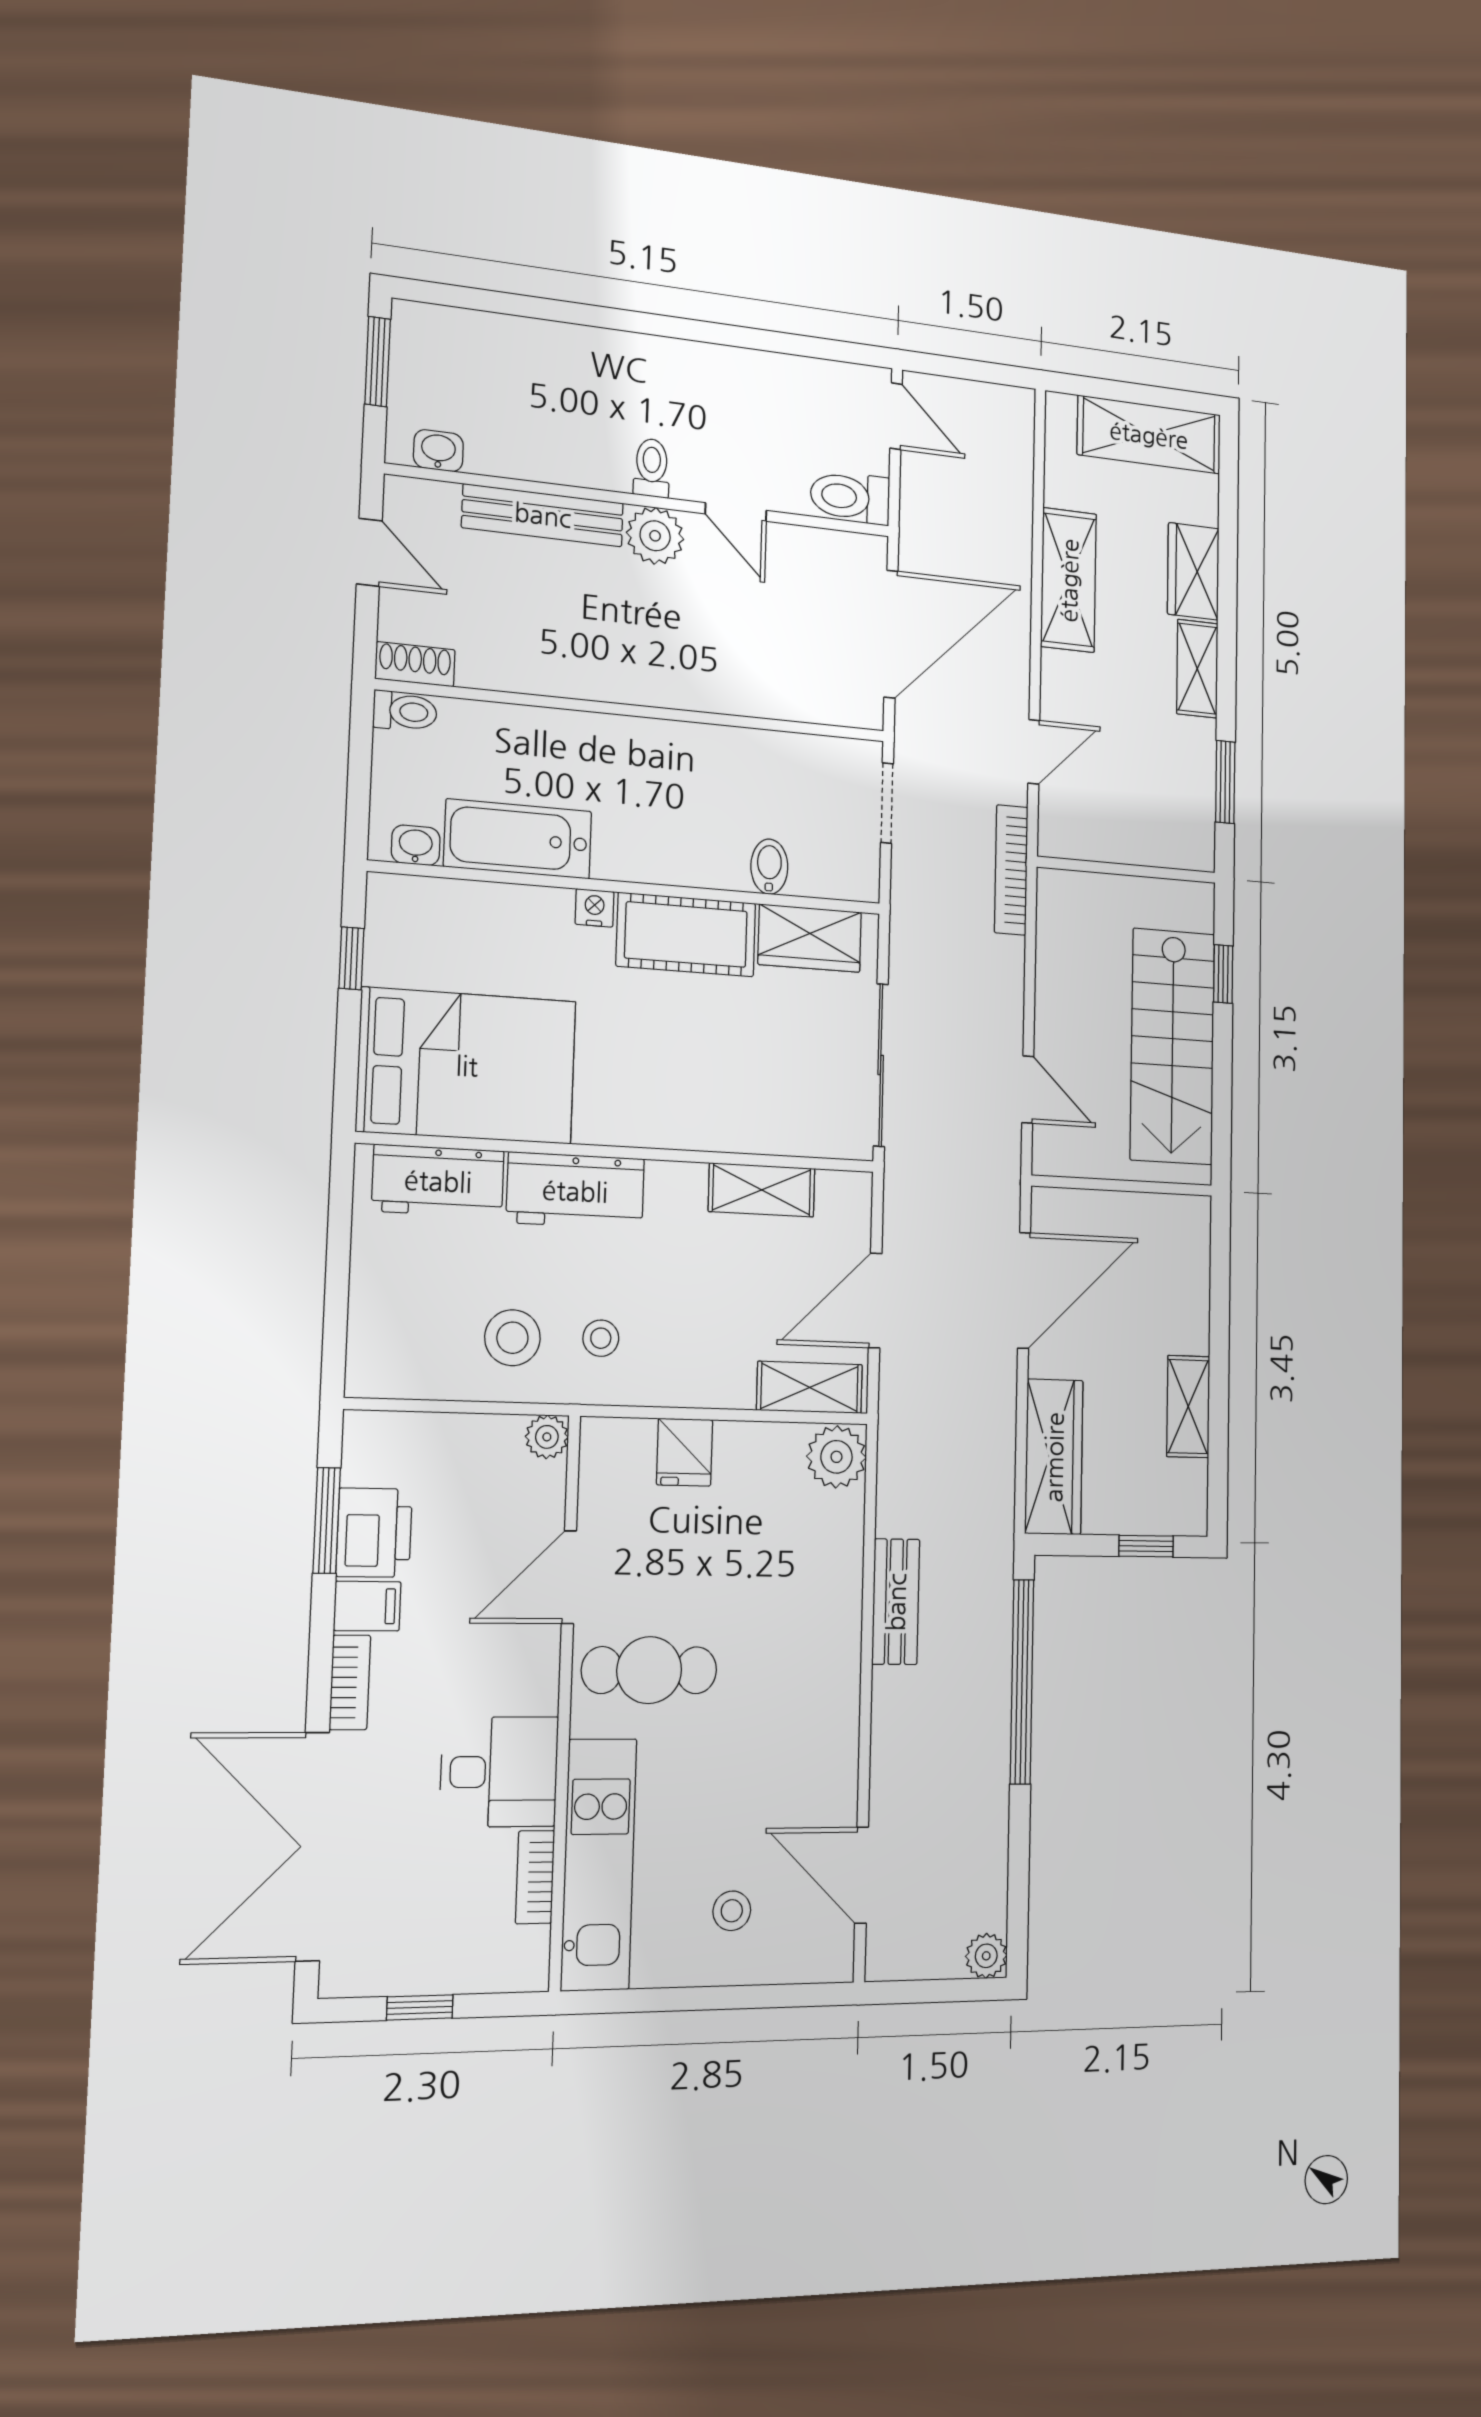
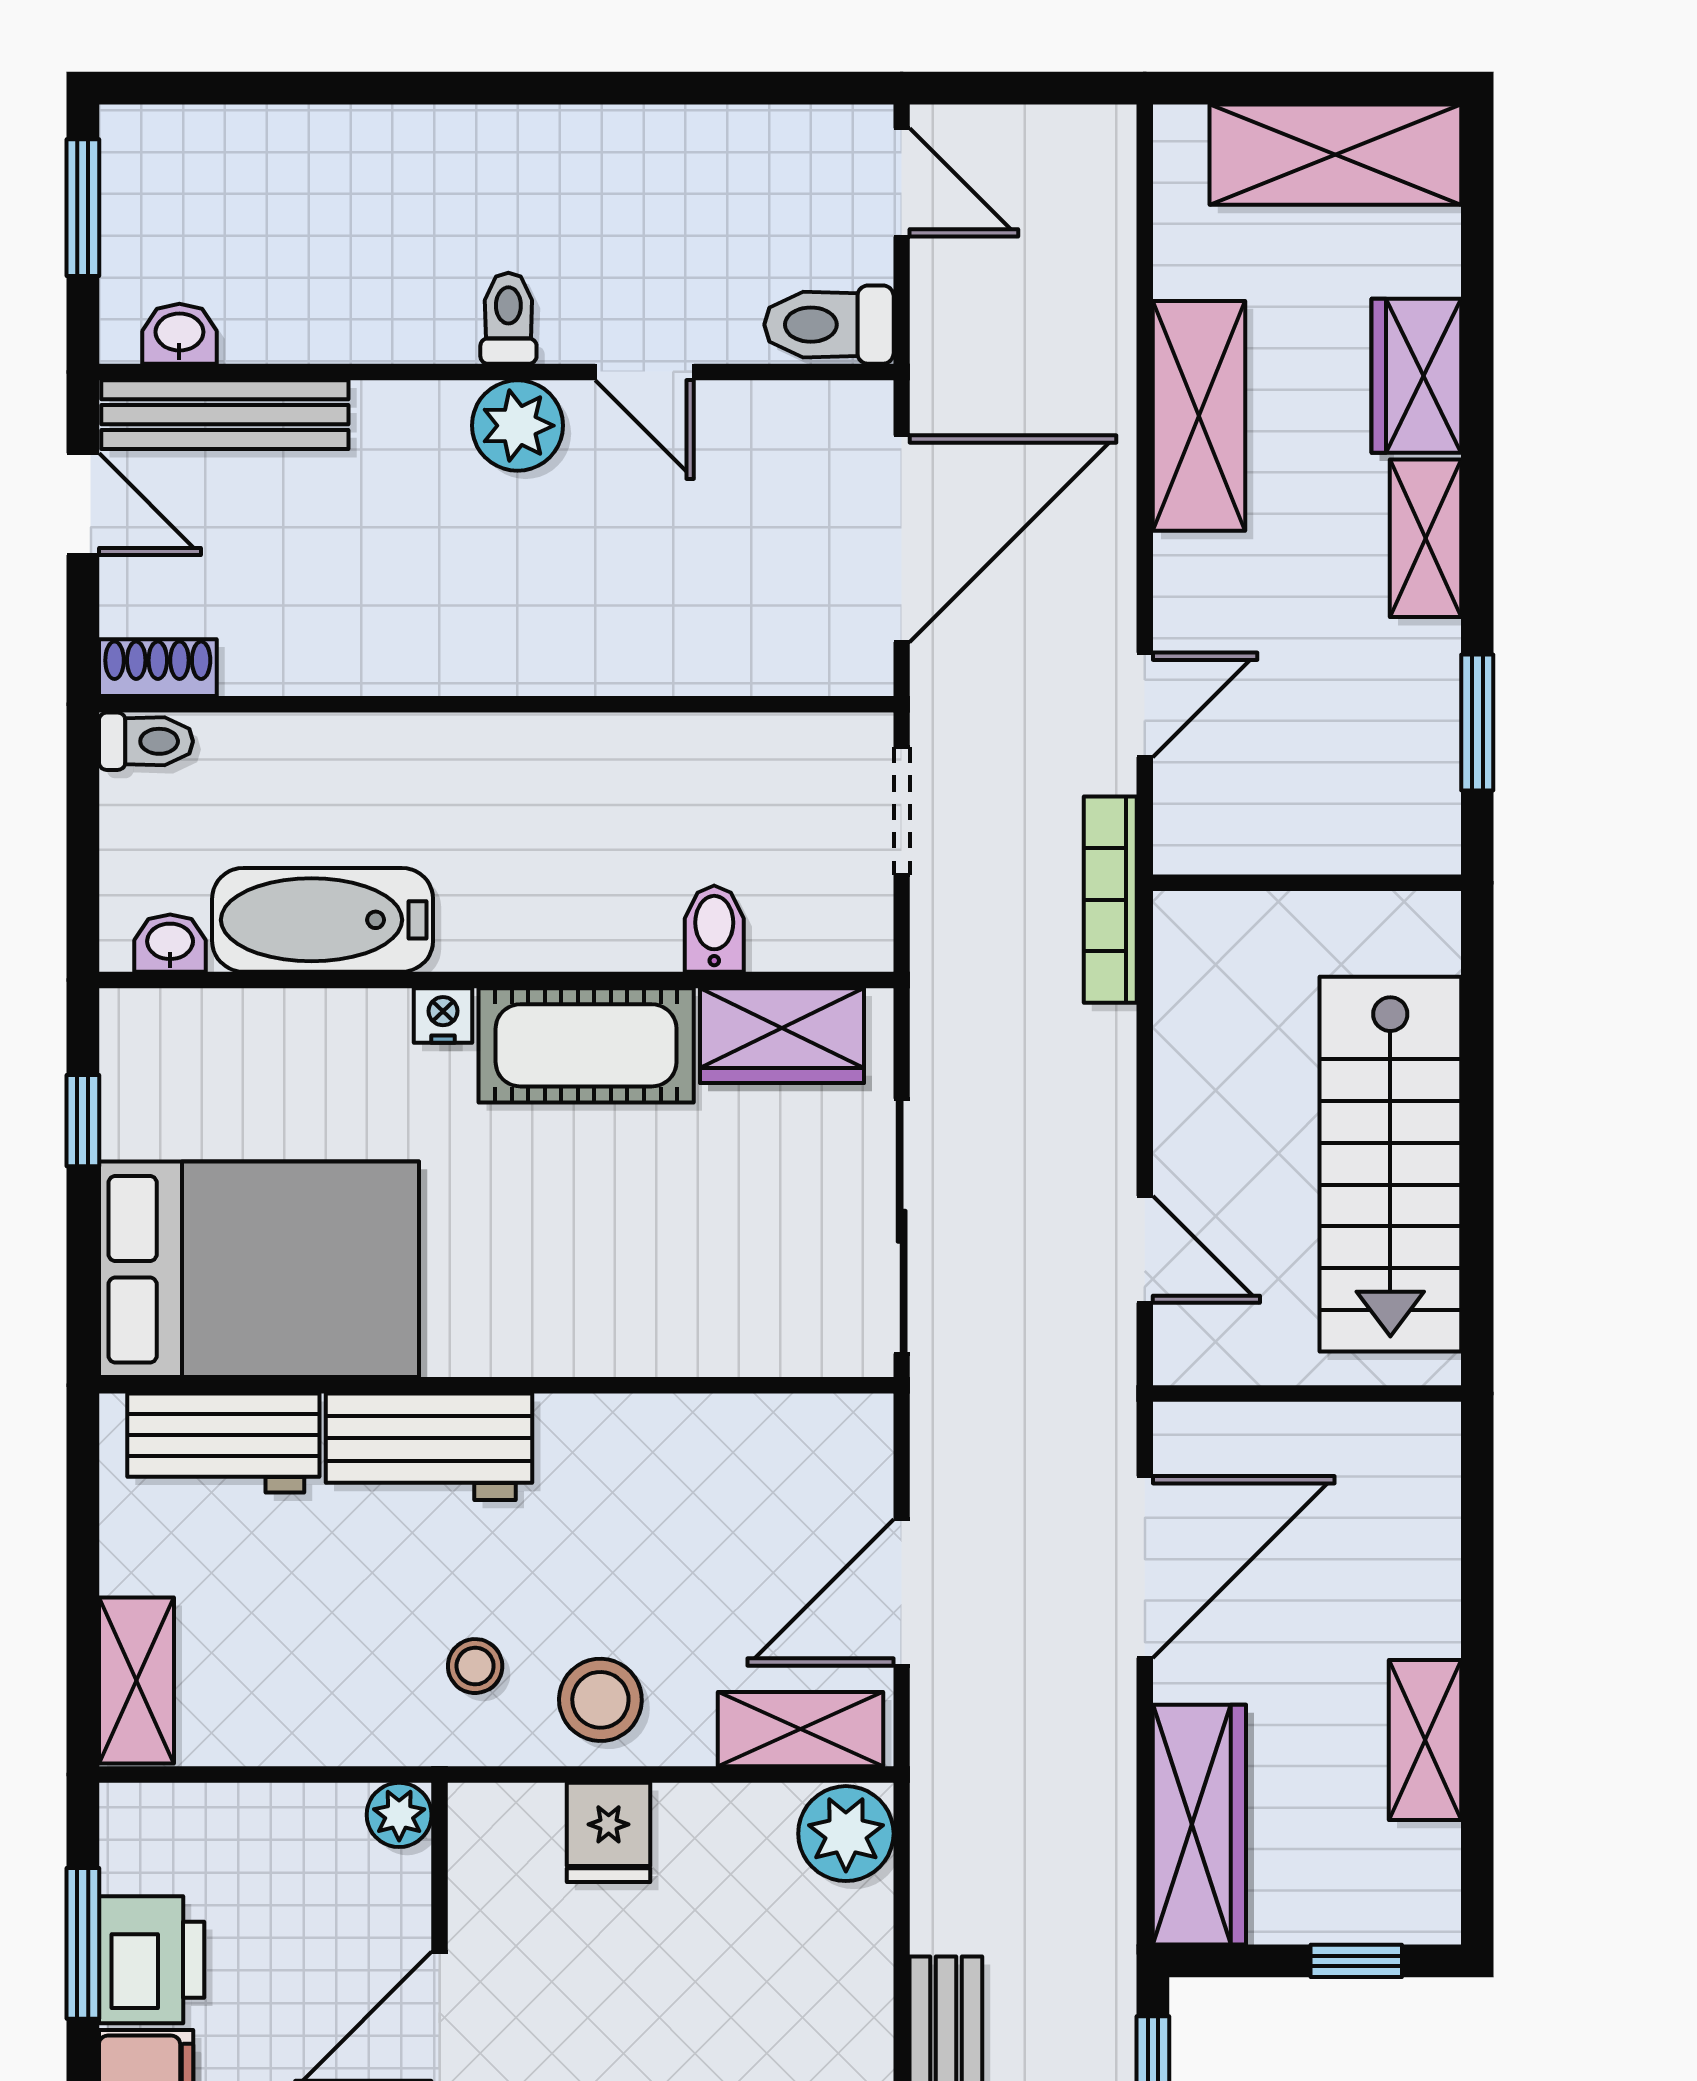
bench: (543, 515) -> (225, 415), moved
window: (1223, 974) -> (1477, 1040), removed
shelving: (762, 1190) -> (136, 1680), moved, turned 90
stool: (512, 1338) -> (600, 1700), moved

